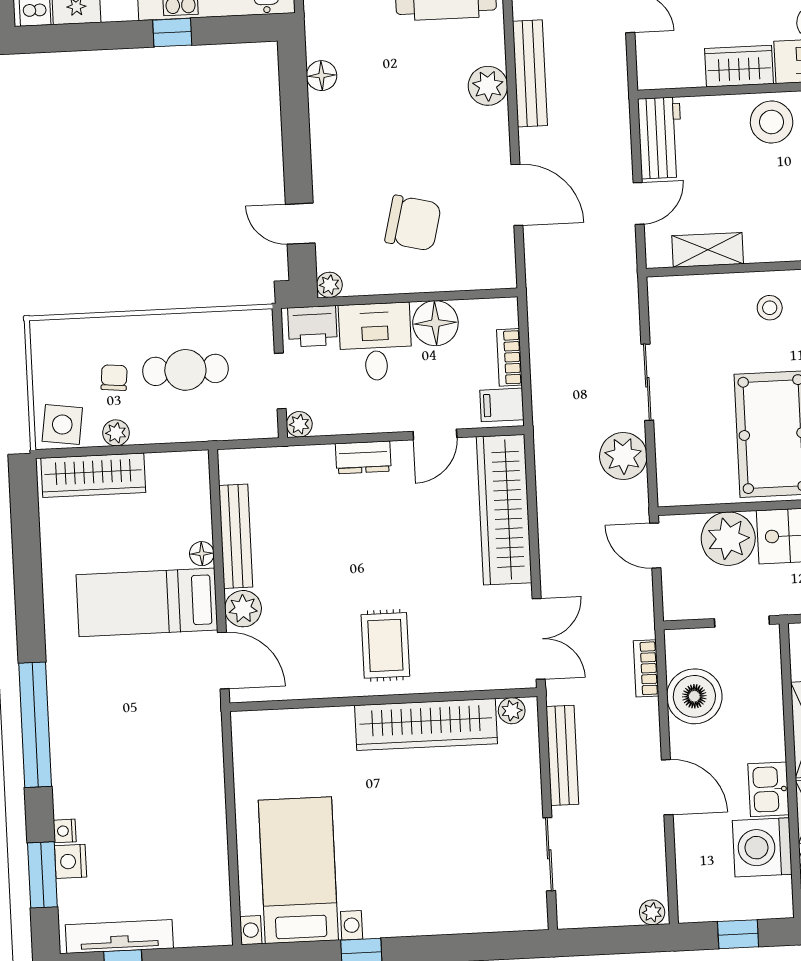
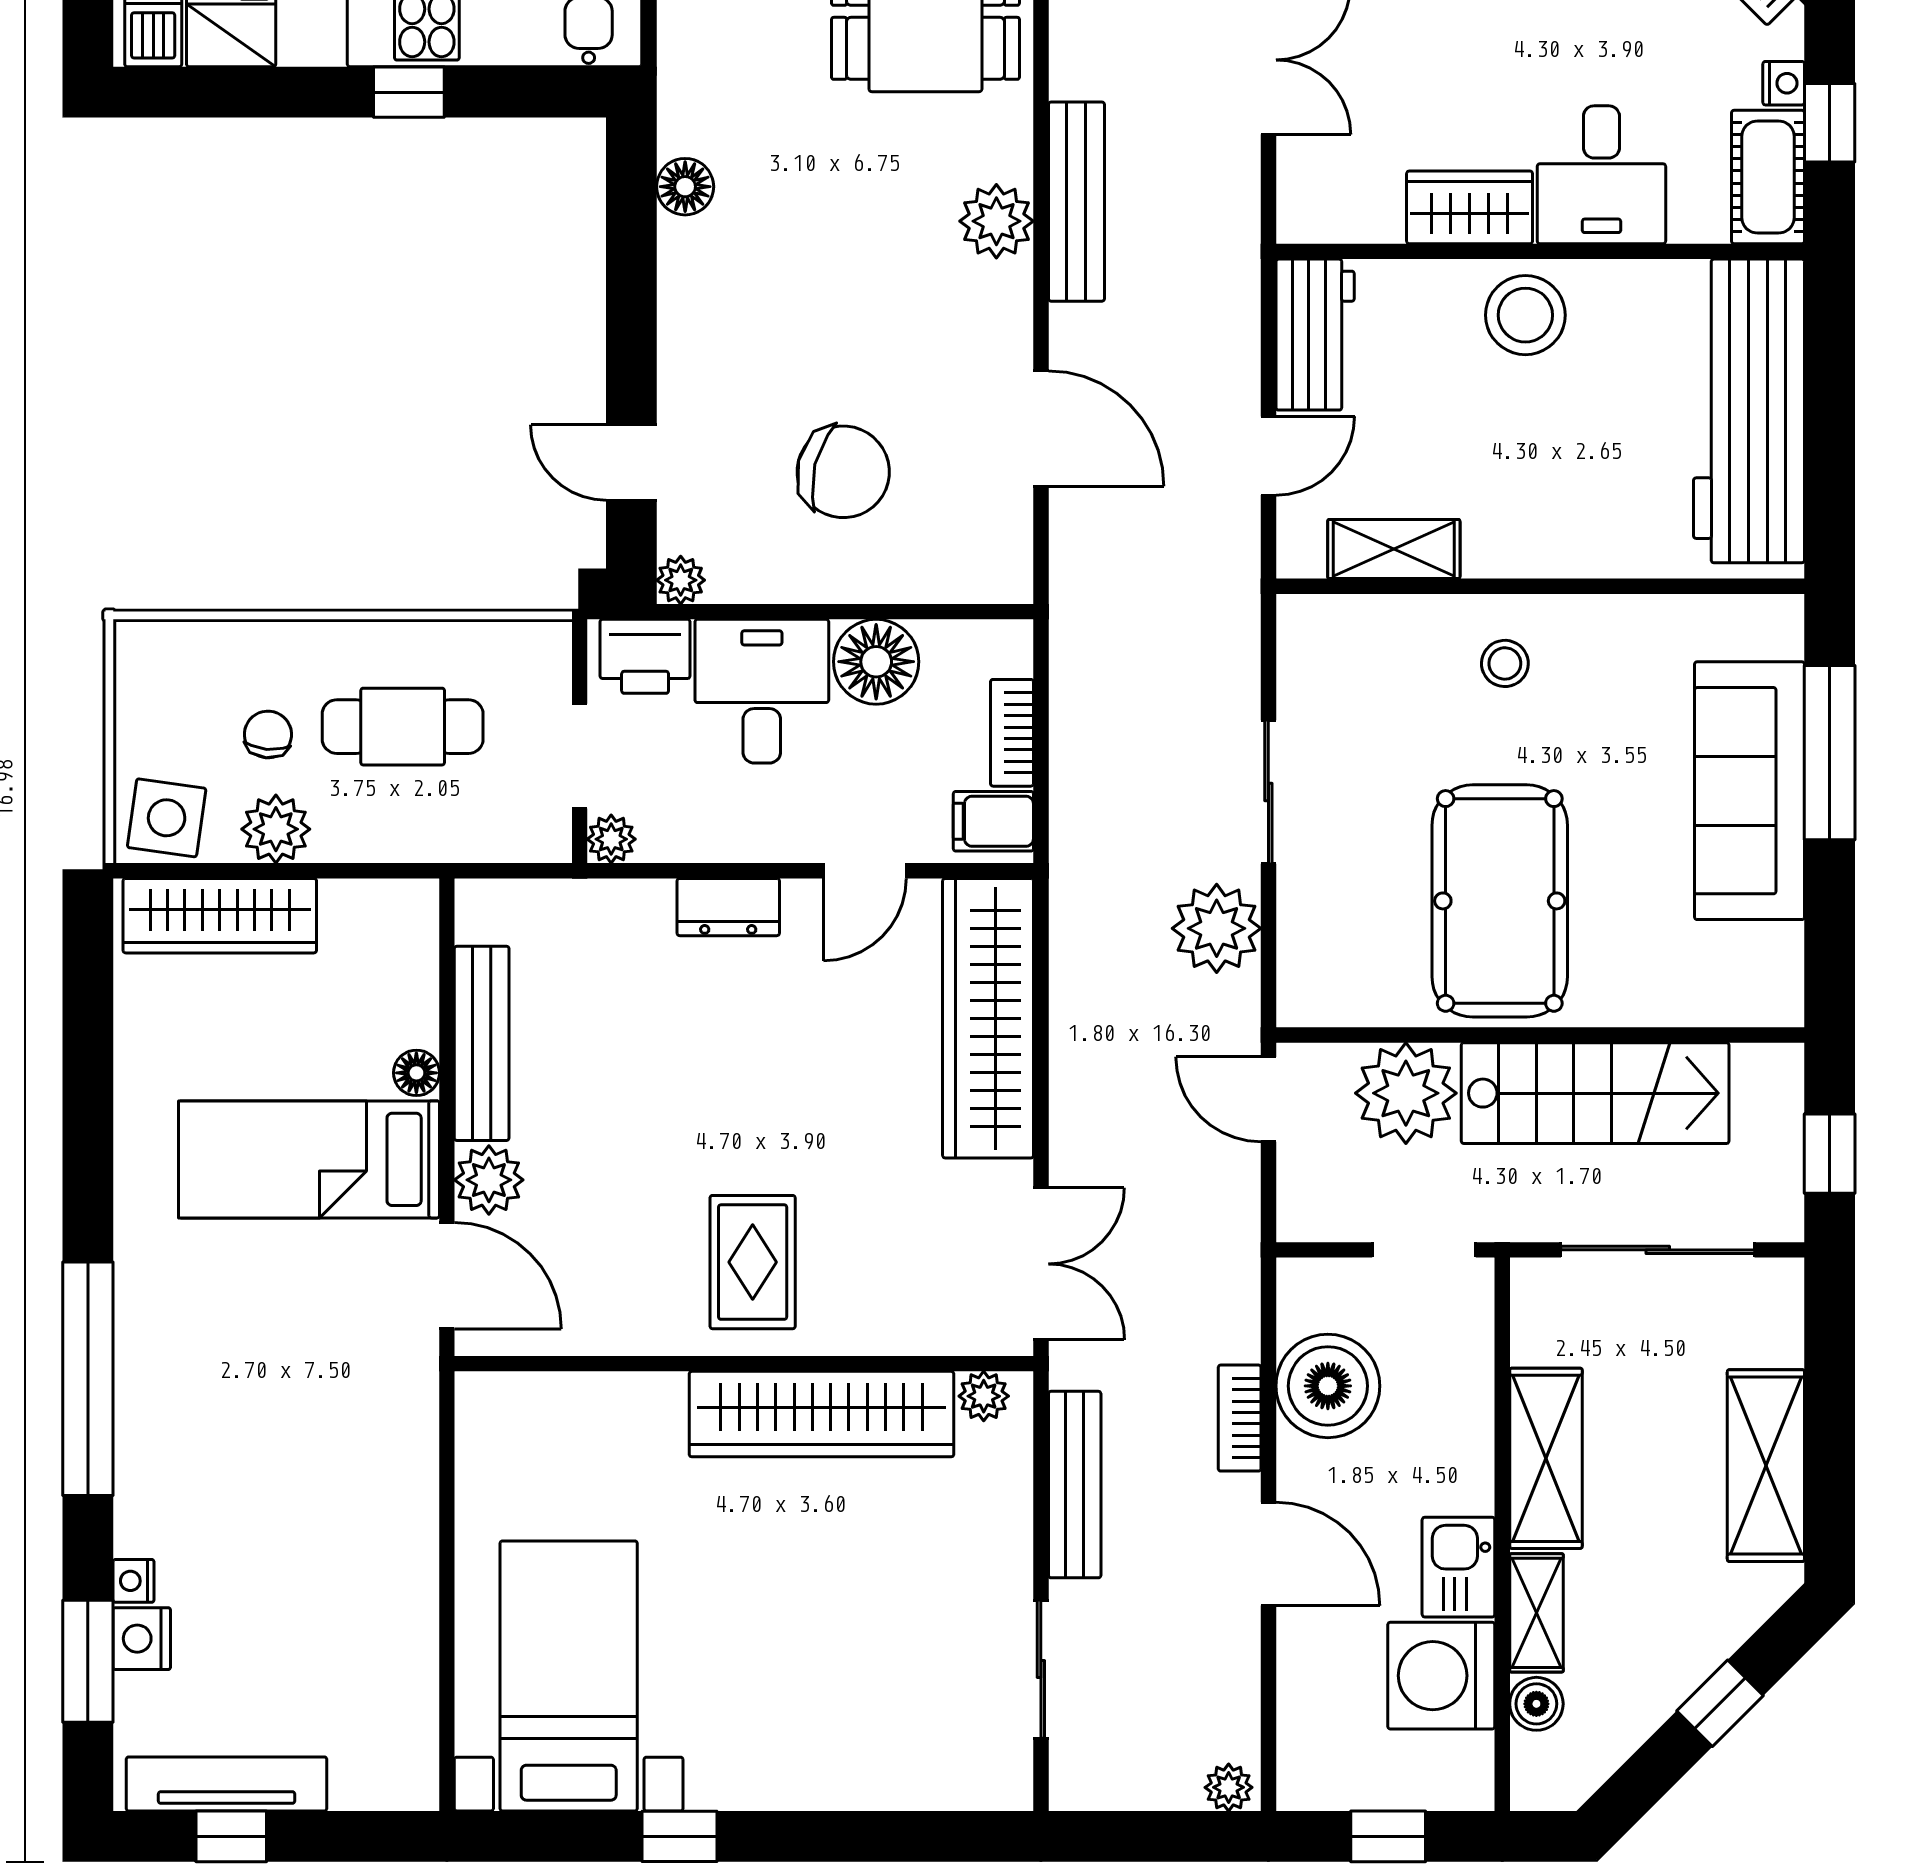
plant: (116, 433) -> (276, 829), width x1.38, depth x1.38
bookcase: (646, 668) -> (1240, 1418), moved

